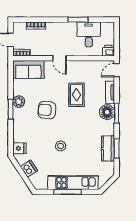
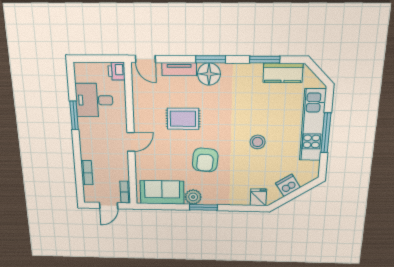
sofa: (28, 69) -> (162, 192), moved, turned -90
kitchen counter: (108, 148) -> (283, 73), moved

